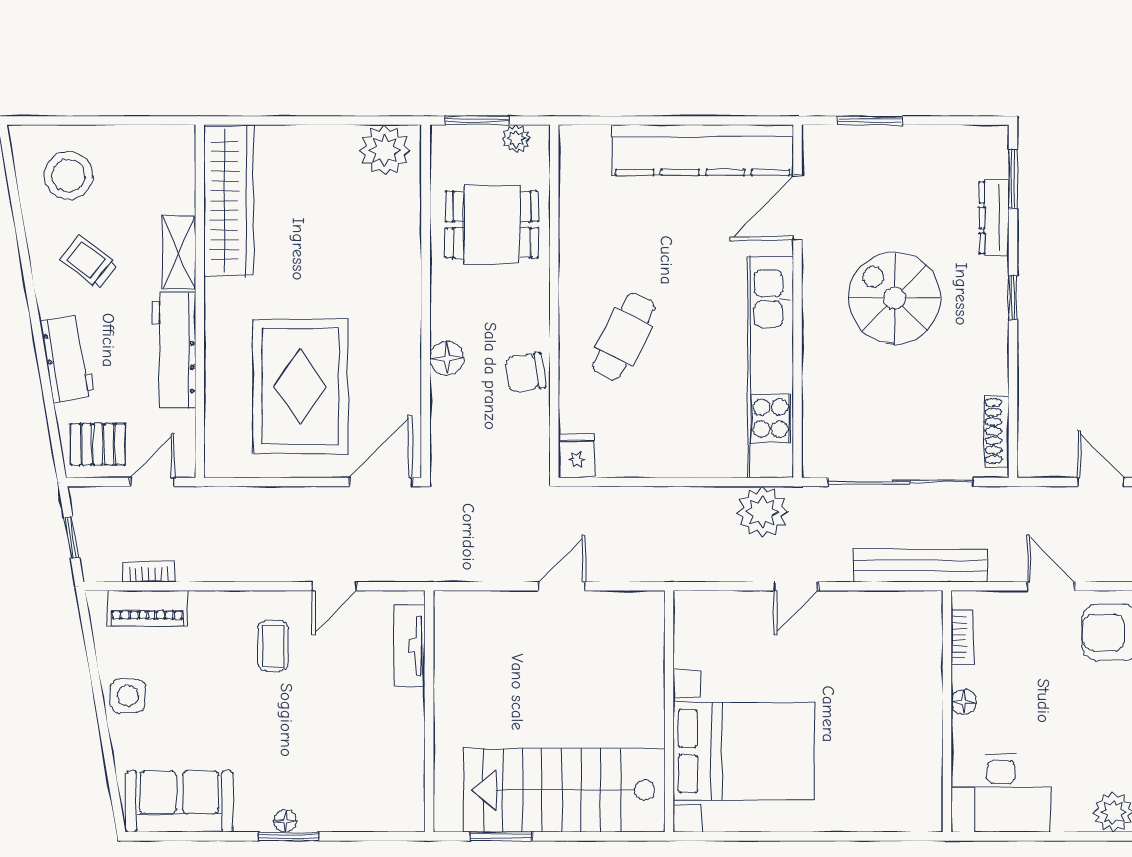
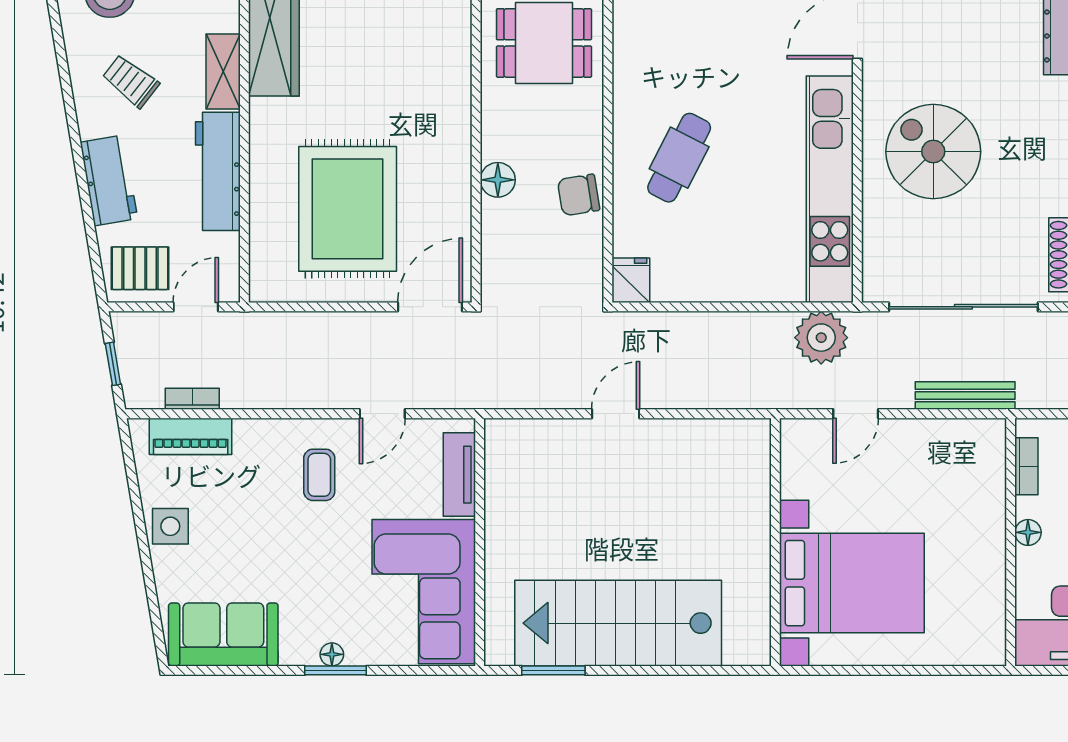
spiral stairs: (895, 298) -> (933, 152), moved
bench: (920, 565) -> (965, 395), width x0.73, depth x0.82
wall: (669, 711) -> (775, 542), moved
bed with nightstands: (743, 751) -> (852, 583), moved
corner sofa: (375, 760) -> (424, 592), added

